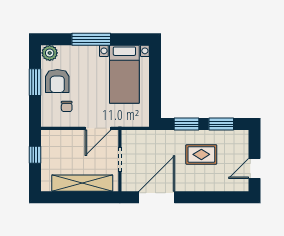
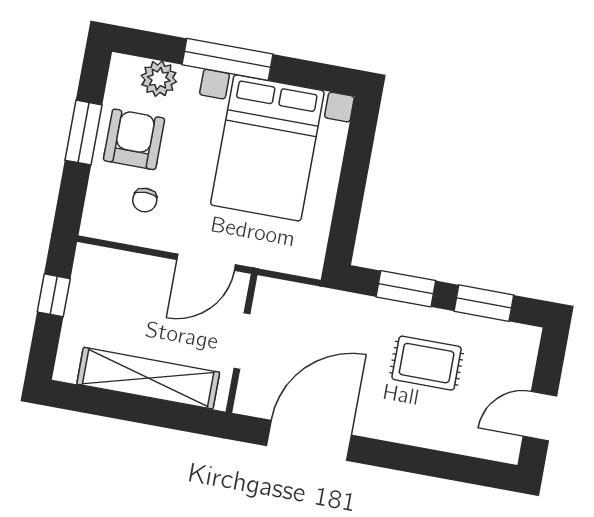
plant: (50, 53) -> (159, 79), moved
bed with nightstands: (124, 74) -> (267, 148), width x1.36
armchair: (57, 81) -> (134, 139), turned 180

